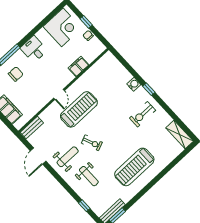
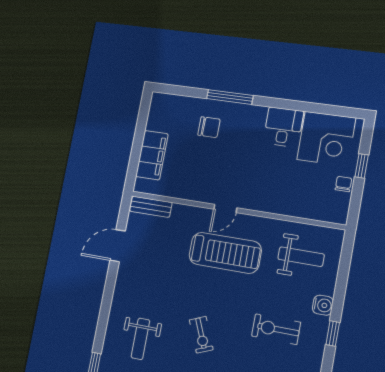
desk: (34, 49) -> (283, 127), moved
filing cabinet: (79, 67) -> (287, 205), removed
exercise bike: (143, 114) -> (276, 329), moved
exercise bike: (92, 143) -> (201, 335), moved
weight bench: (68, 157) -> (301, 257), moved

